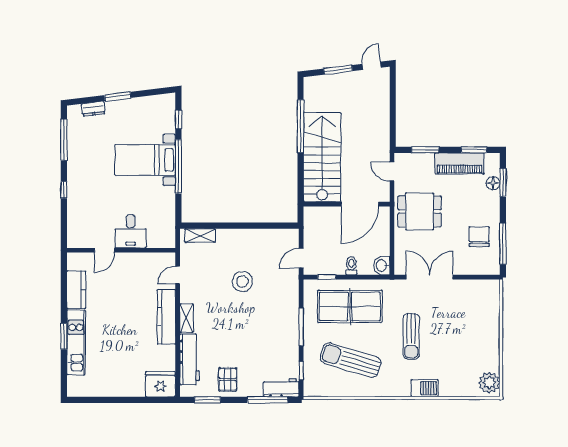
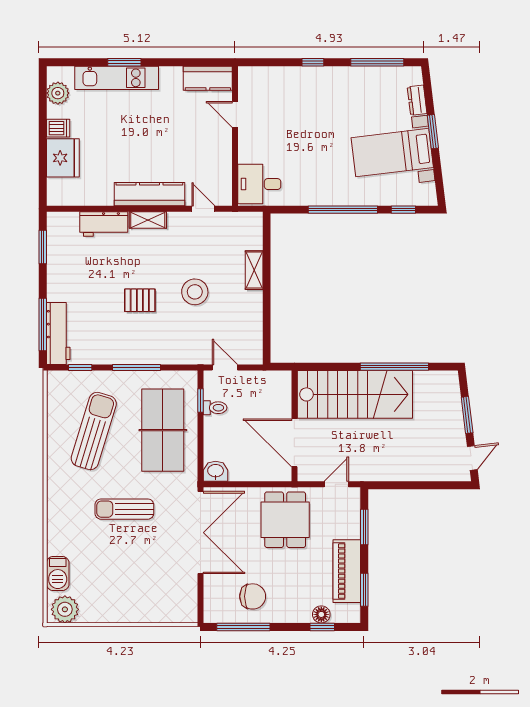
door: (372, 66) -> (472, 458), hinge flipped
bed with nightstands: (145, 160) -> (392, 153), moved, turned -97
window: (503, 182) -> (322, 627), width x0.67
desk: (131, 231) -> (259, 184), moved
shelving: (200, 235) -> (254, 270), moved
toilet: (351, 266) -> (215, 408), moved
double door: (430, 277) -> (201, 533), width x1.36
kitchen counter: (76, 290) -> (208, 78), moved
workbench: (190, 359) -> (104, 224), width x0.73
pallet: (228, 379) -> (140, 300), moved
fridge: (160, 384) -> (63, 158), moved
plant: (88, 388) -> (58, 93), added
dishwasher: (115, 388) -> (58, 128), added
workbench: (281, 388) -> (58, 333), width x1.37
barbecue: (425, 388) -> (58, 574), moved

